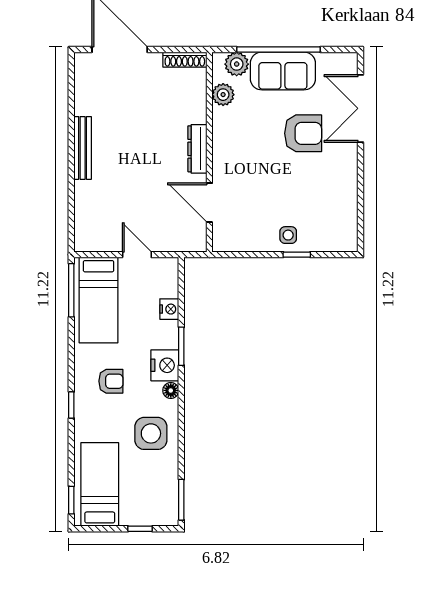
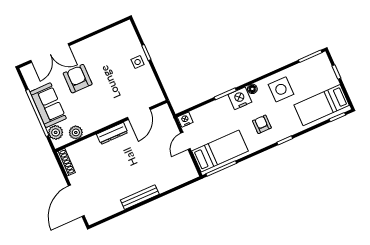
nightstand: (169, 309) -> (185, 120), moved

